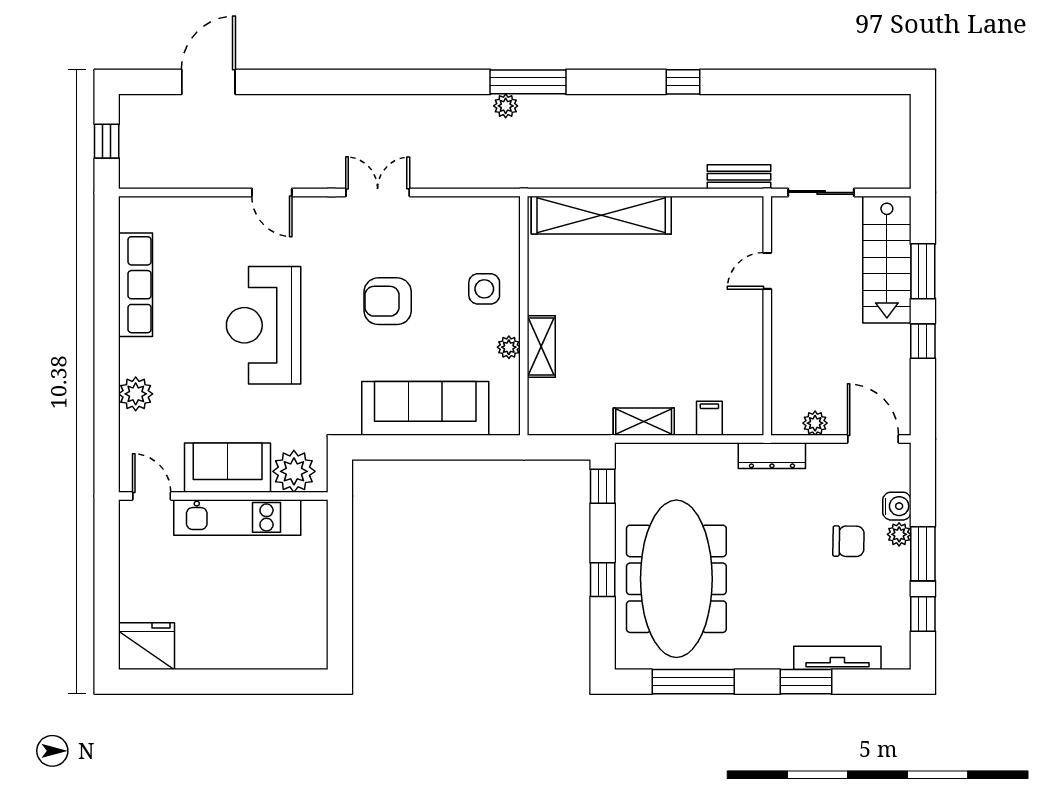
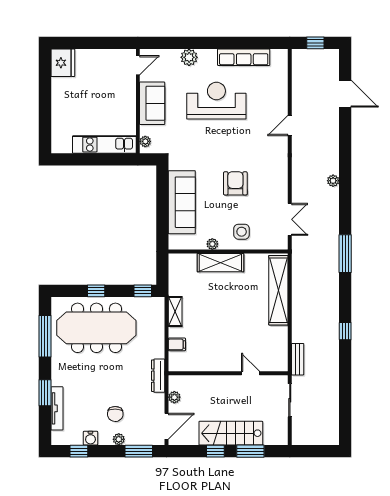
plant: (506, 106) -> (333, 181), moved
double door: (378, 192) -> (290, 219), moved
stairs: (887, 260) -> (231, 433), moved
reception desk: (264, 325) -> (216, 101), moved
shelving: (541, 346) -> (220, 263), width x1.50, depth x1.33
plant: (294, 471) -> (145, 141), width x0.53, depth x0.53
water cooler: (897, 506) -> (90, 438), moved
kitchen unit: (237, 517) -> (104, 145), moved, turned 90
window: (923, 554) -> (139, 451), moved

